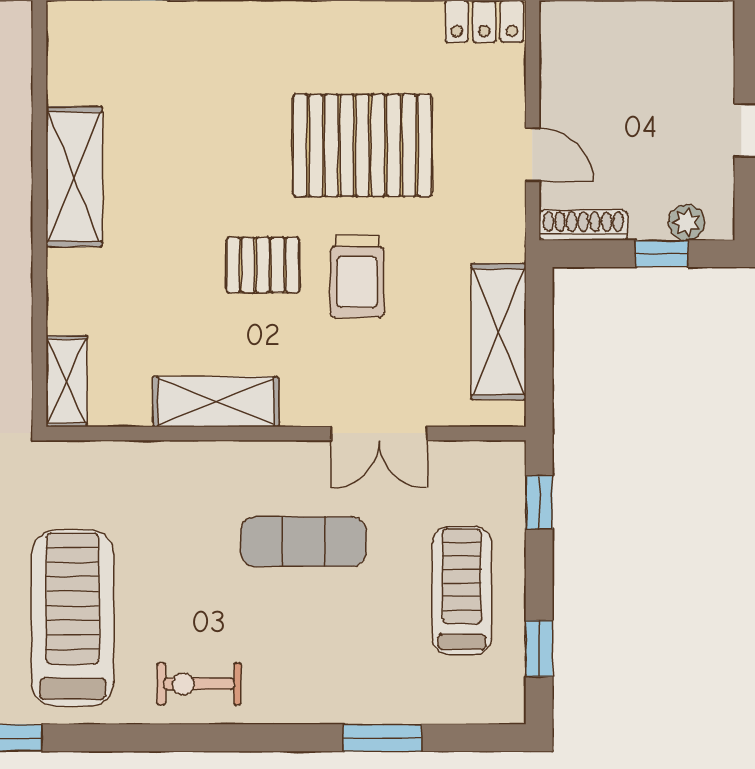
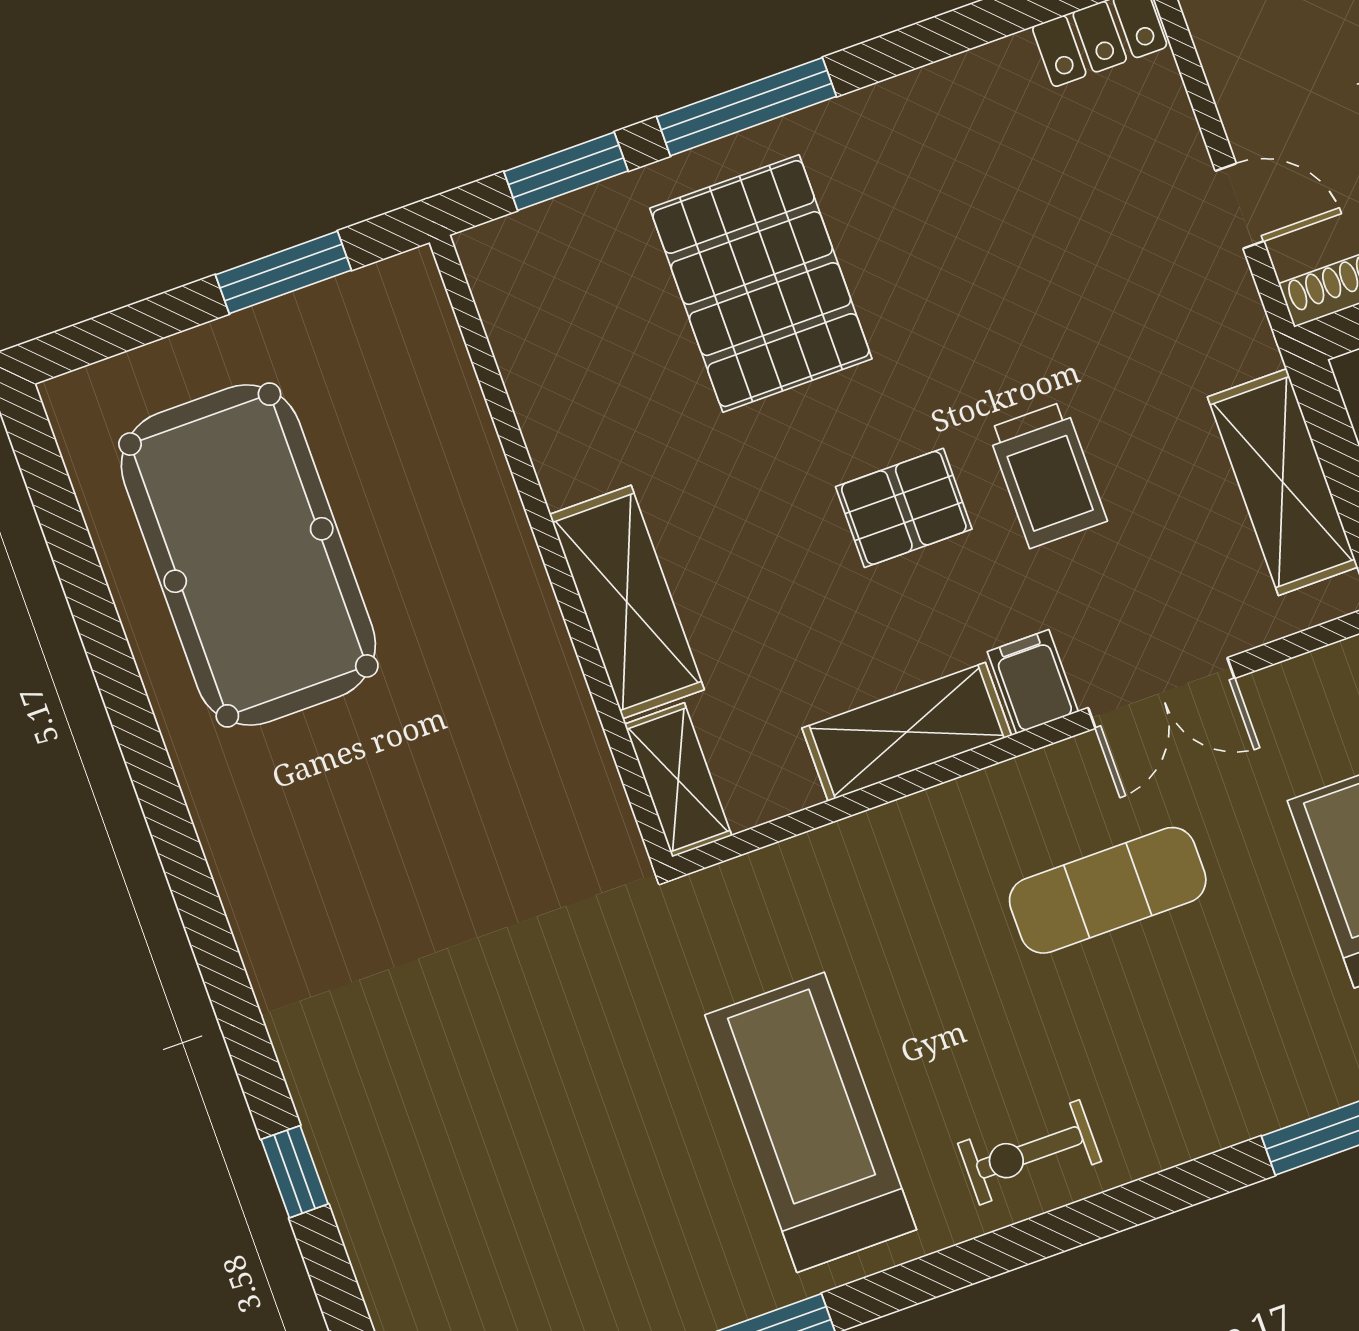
pallet: (362, 145) -> (761, 284), moved, turned 90
shelving: (74, 177) -> (627, 602), moved
filing cabinet: (303, 399) -> (1033, 682), added

